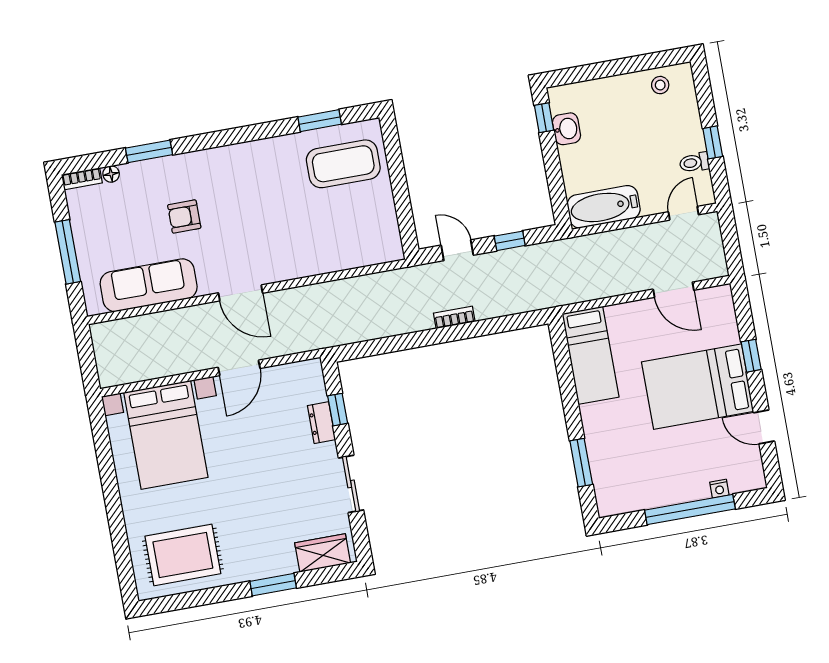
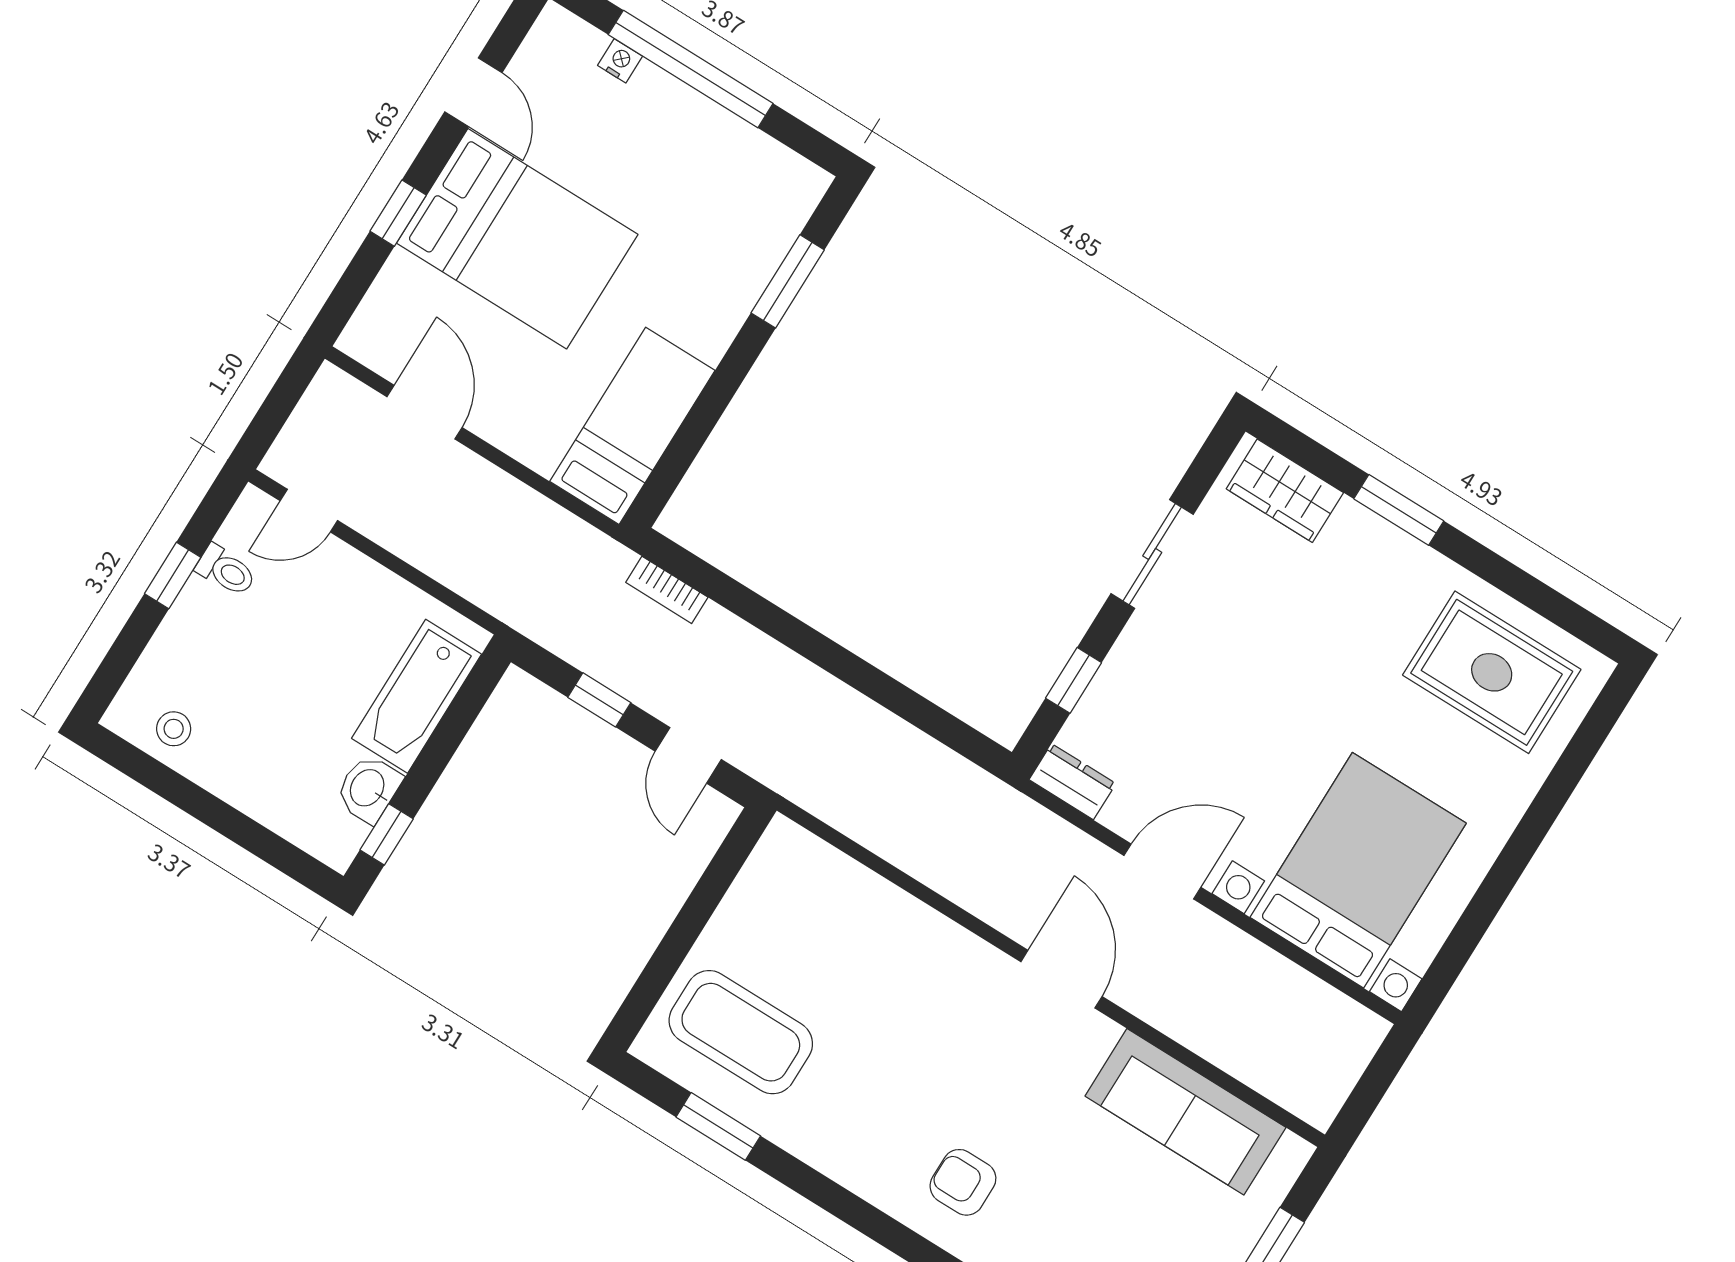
bathtub: (604, 207) -> (417, 696), moved, turned 90
armchair: (184, 216) -> (963, 1182), moved, turned 180
bookcase: (454, 317) -> (667, 590), moved
dresser: (321, 423) -> (1072, 782), moved, turned -90

